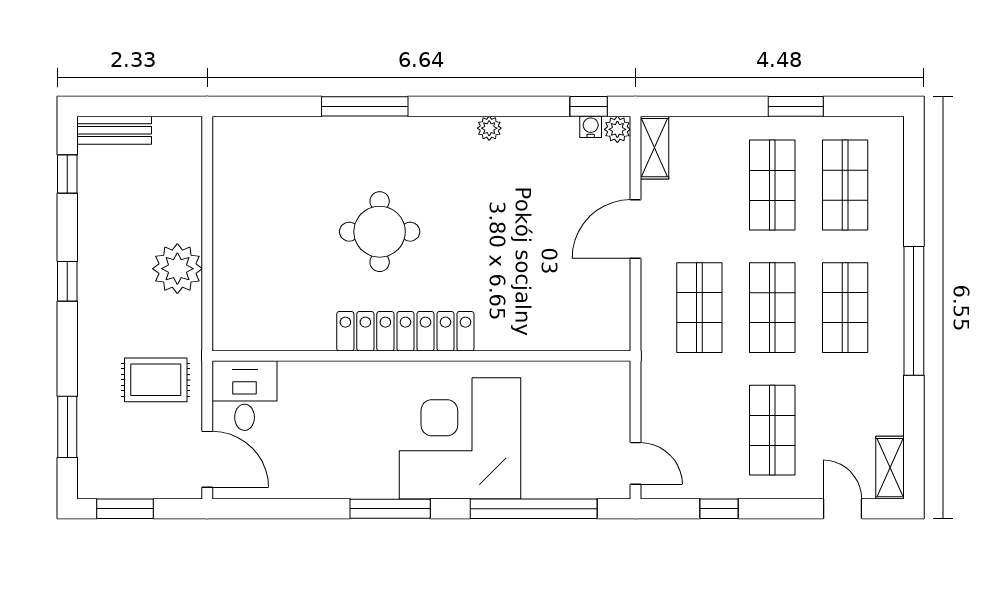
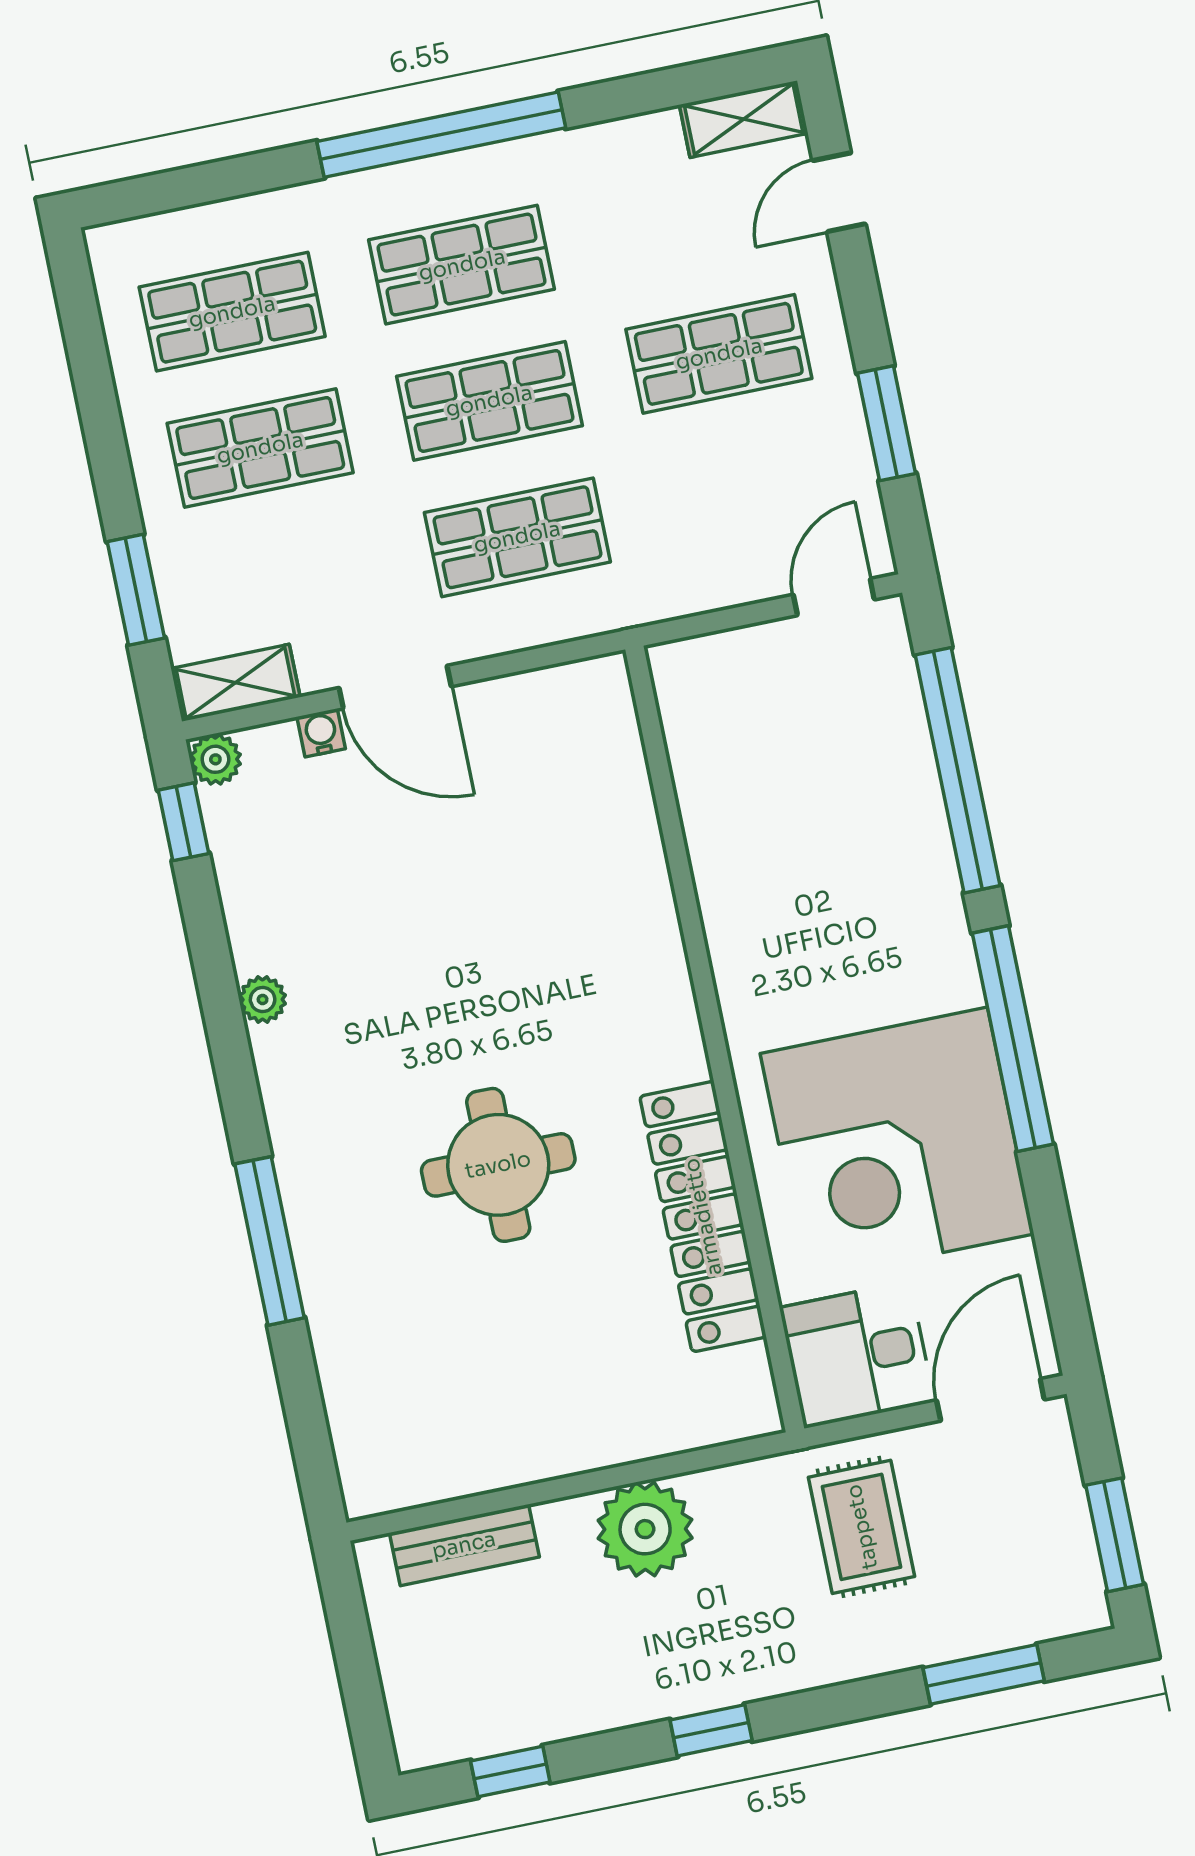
window: (796, 106) -> (136, 590), moved
water cooler: (591, 127) -> (321, 733), moved, turned 90
bench: (114, 130) -> (464, 1545), moved, turned 90
locker: (405, 331) -> (703, 1217), moved
corner desk: (460, 438) -> (897, 1144), moved
window: (390, 509) -> (1013, 1039), width x1.46
window: (719, 509) -> (886, 423), width x1.50

